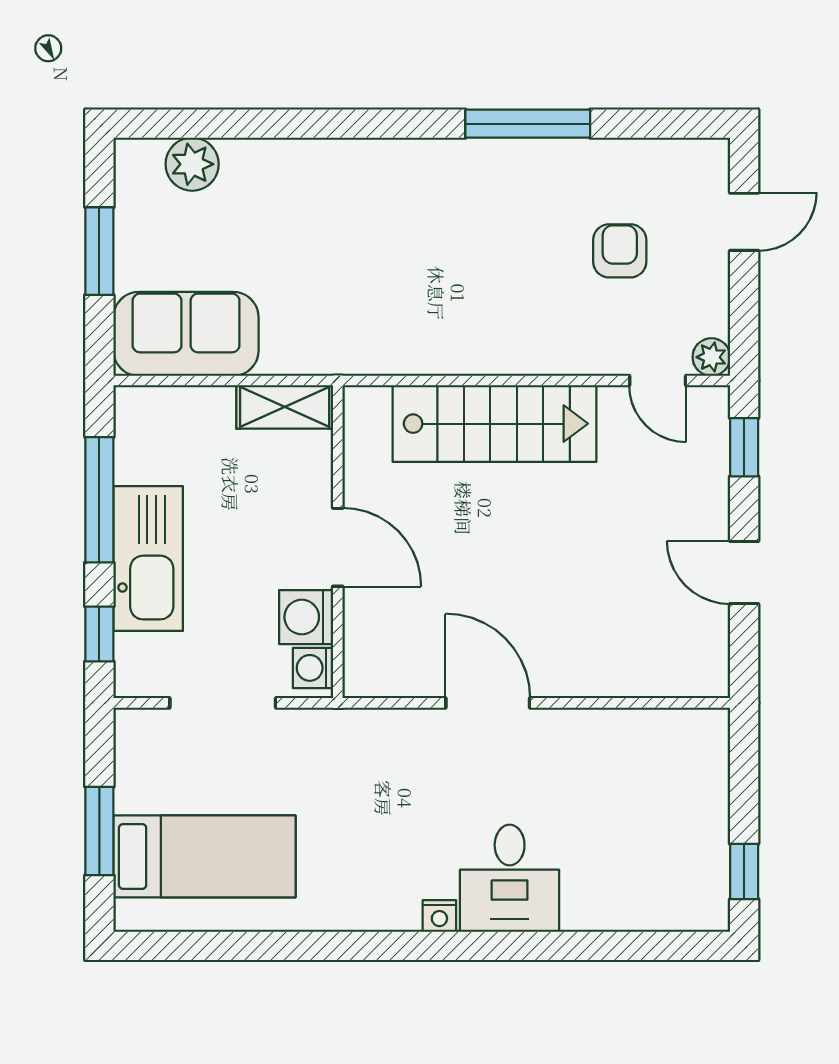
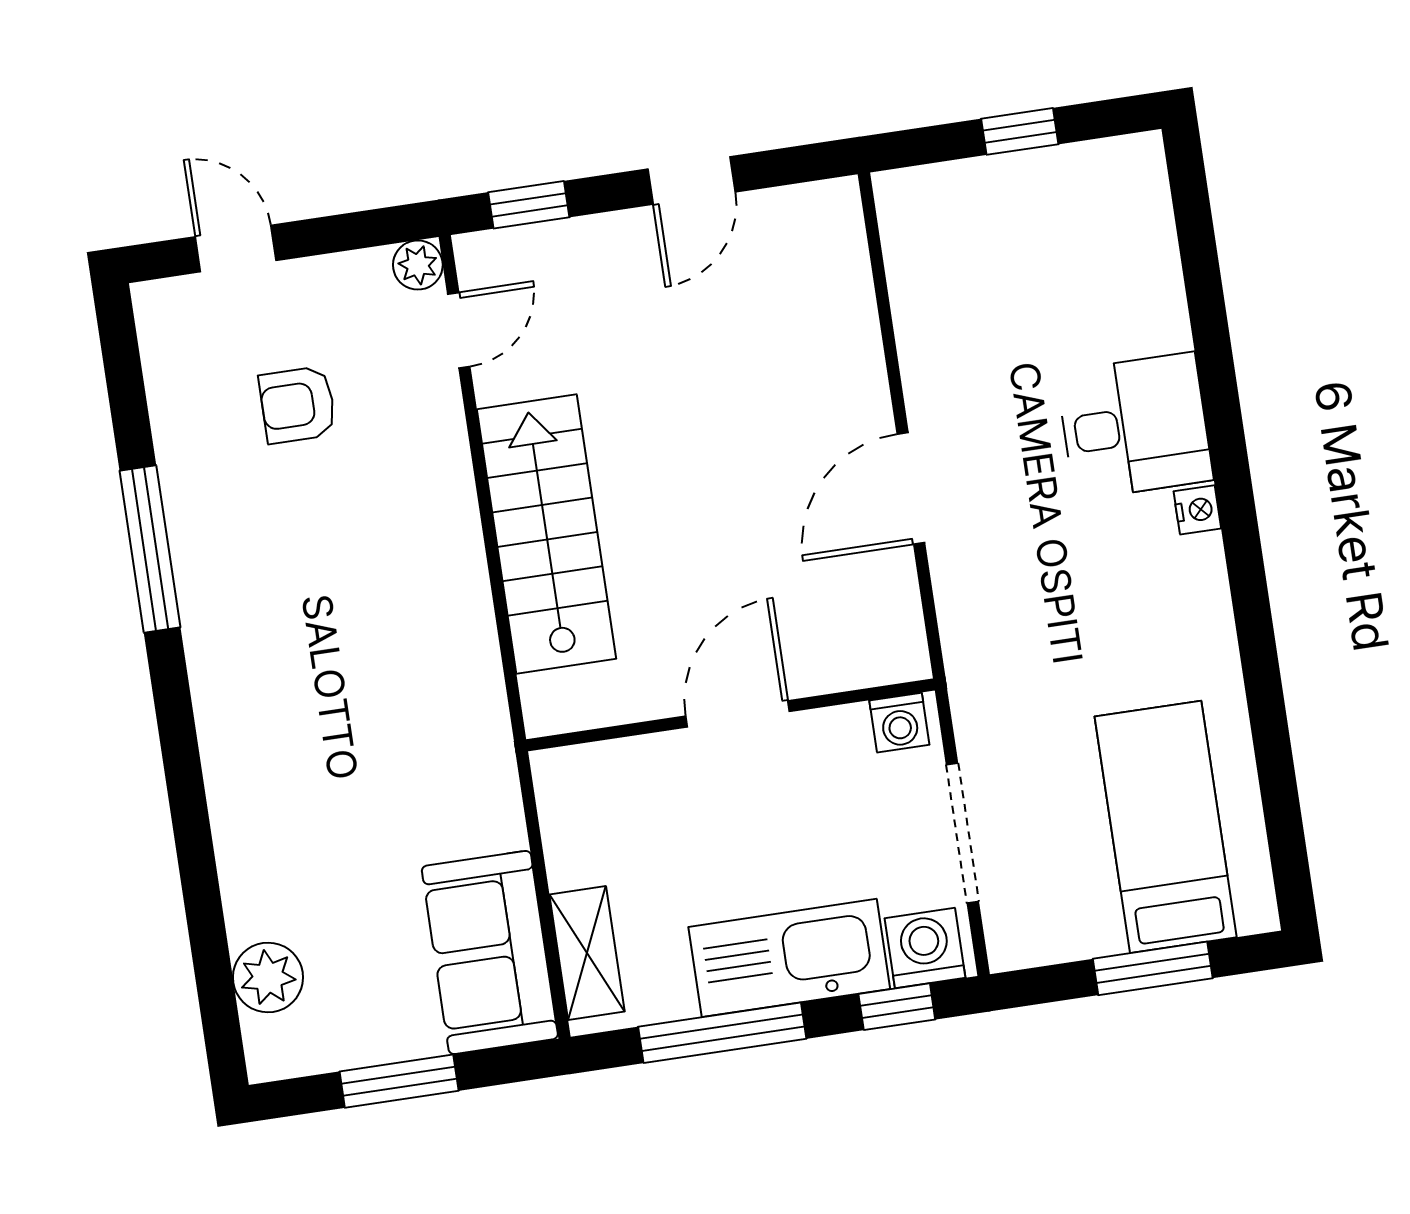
shelving: (285, 407) -> (587, 953), moved
washing machine: (306, 617) -> (925, 948), moved, turned 180
window: (744, 871) -> (1020, 131), moved

